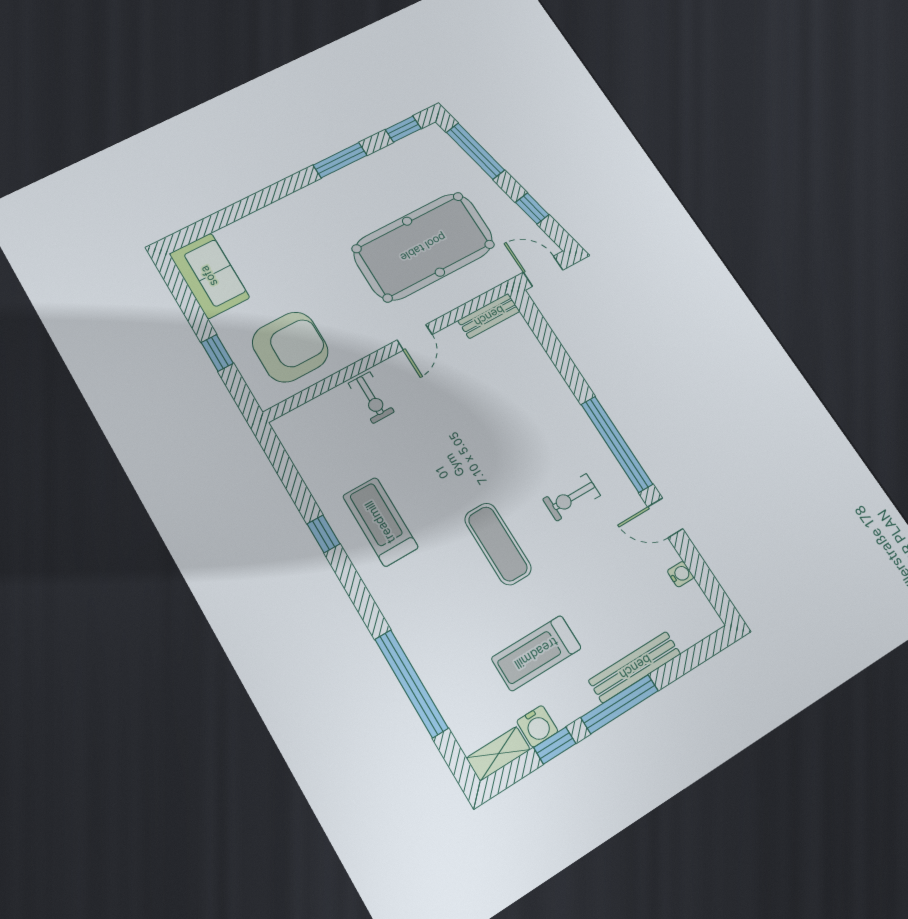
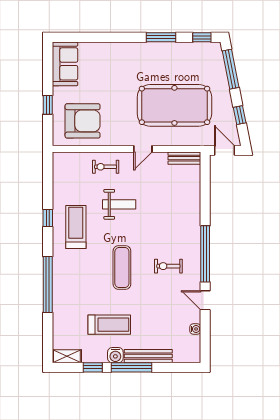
exercise bike: (371, 398) -> (106, 167), turned 90
weight bench: (430, 444) -> (119, 204), added
treadmill: (536, 653) -> (109, 325), turned 180
window: (411, 683) -> (48, 284), moved
water cooler: (537, 726) -> (115, 355), moved

